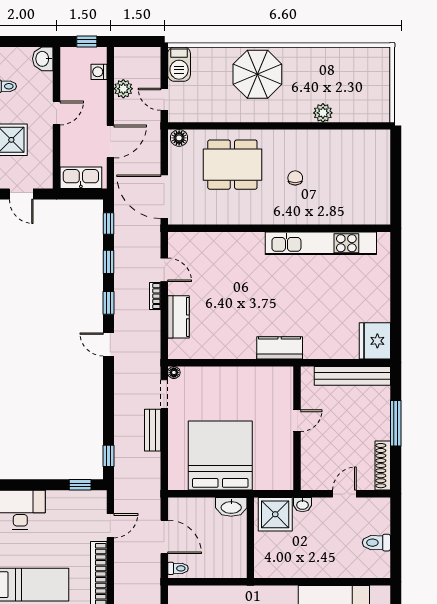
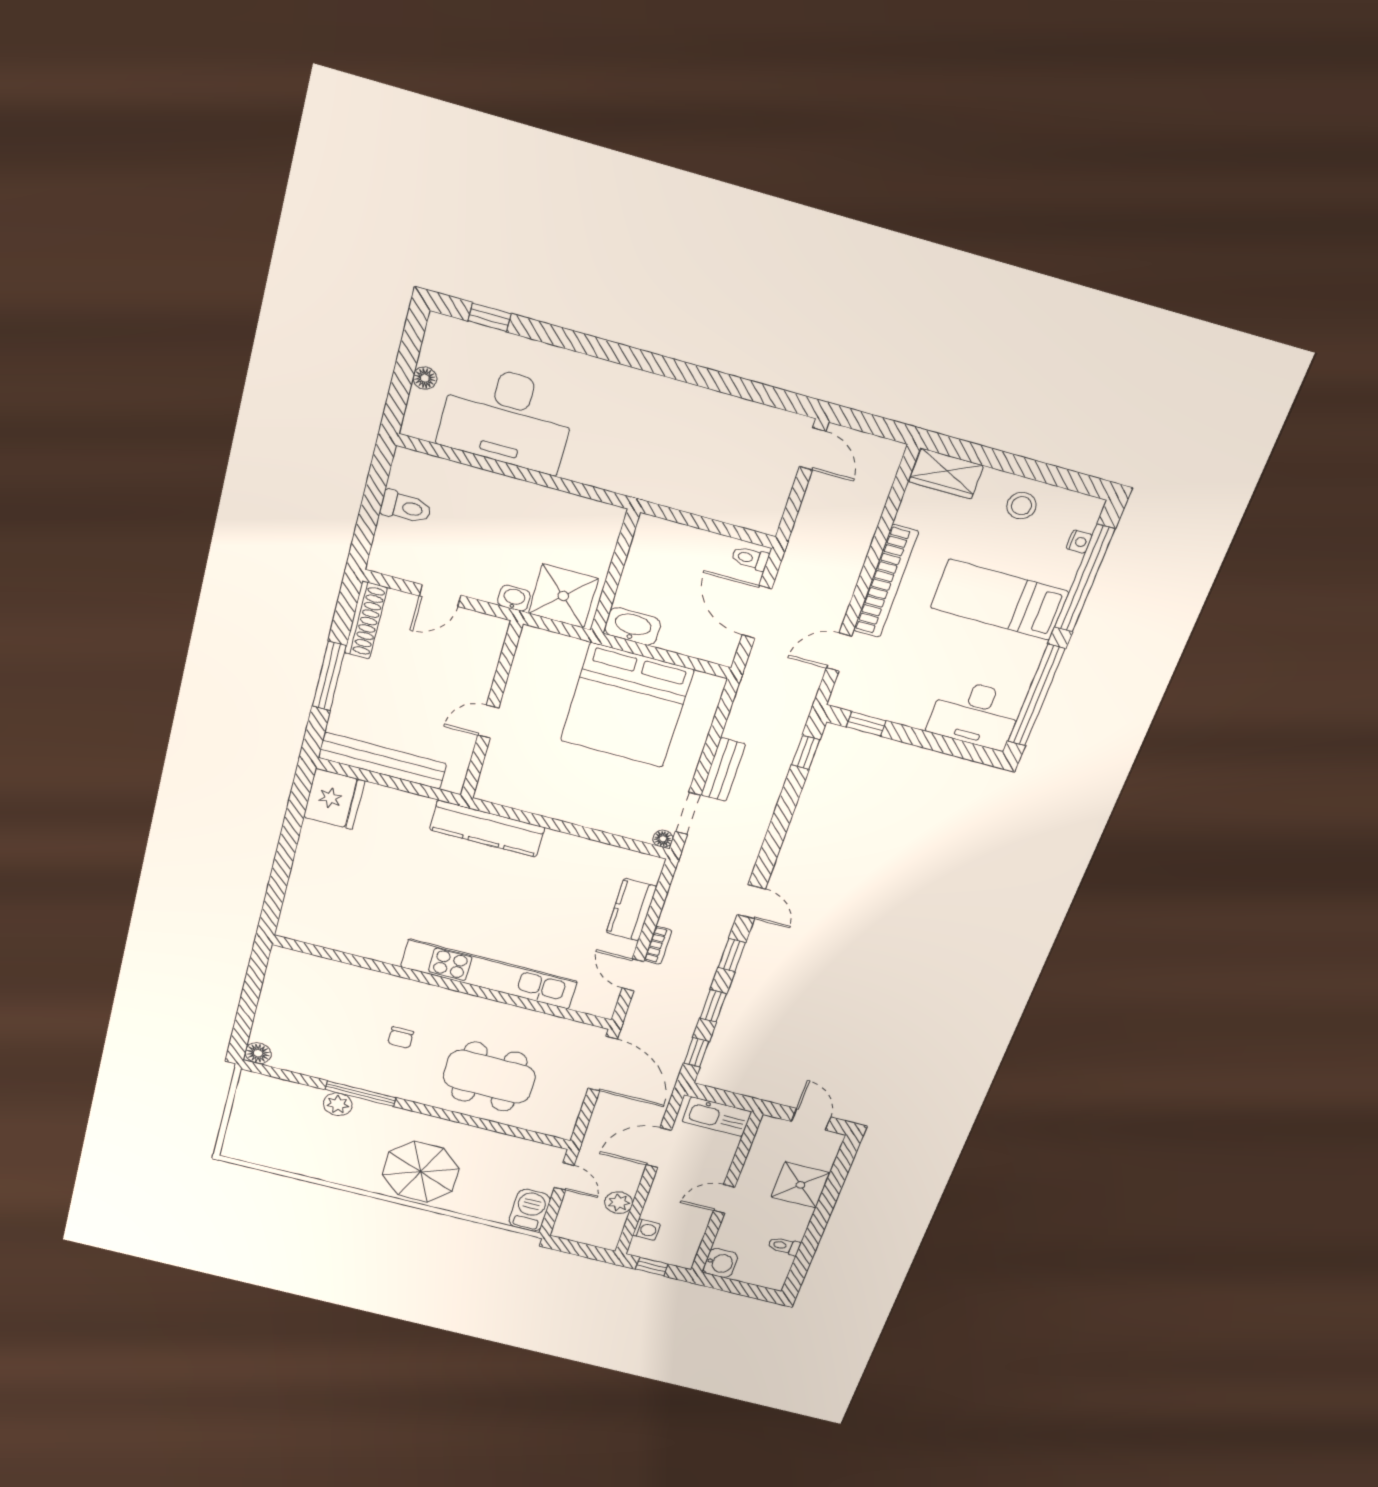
window: (310, 126) -> (361, 1094), added
floor lamp: (179, 138) -> (258, 1053), moved
kitchen unit: (321, 243) -> (489, 974), moved
kitchen counter: (280, 348) -> (487, 829), width x1.50

